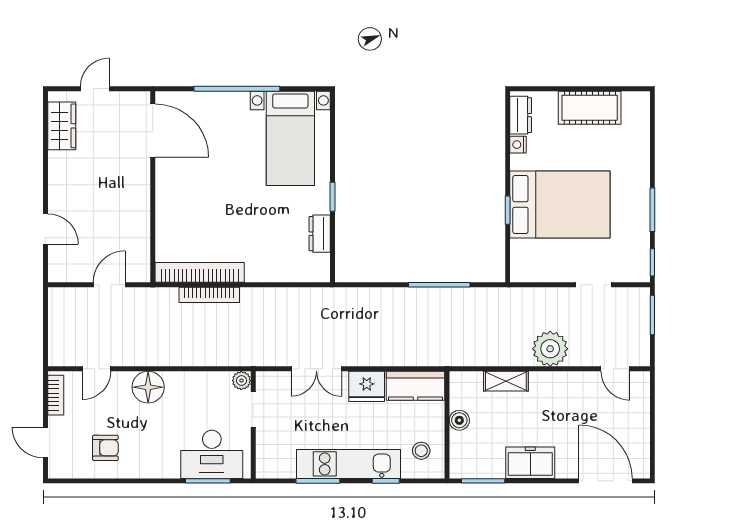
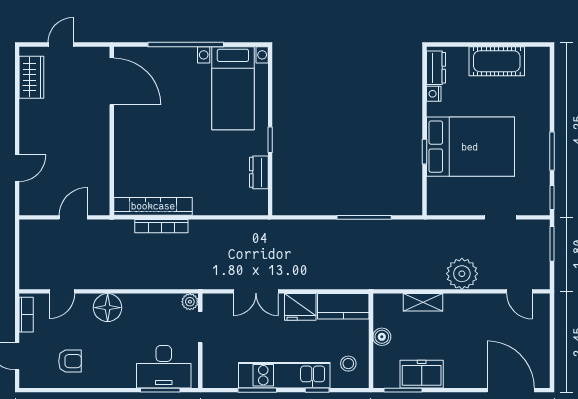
door: (45, 229) -> (17, 168), hinge flipped
freezer: (530, 463) -> (422, 374), moved

